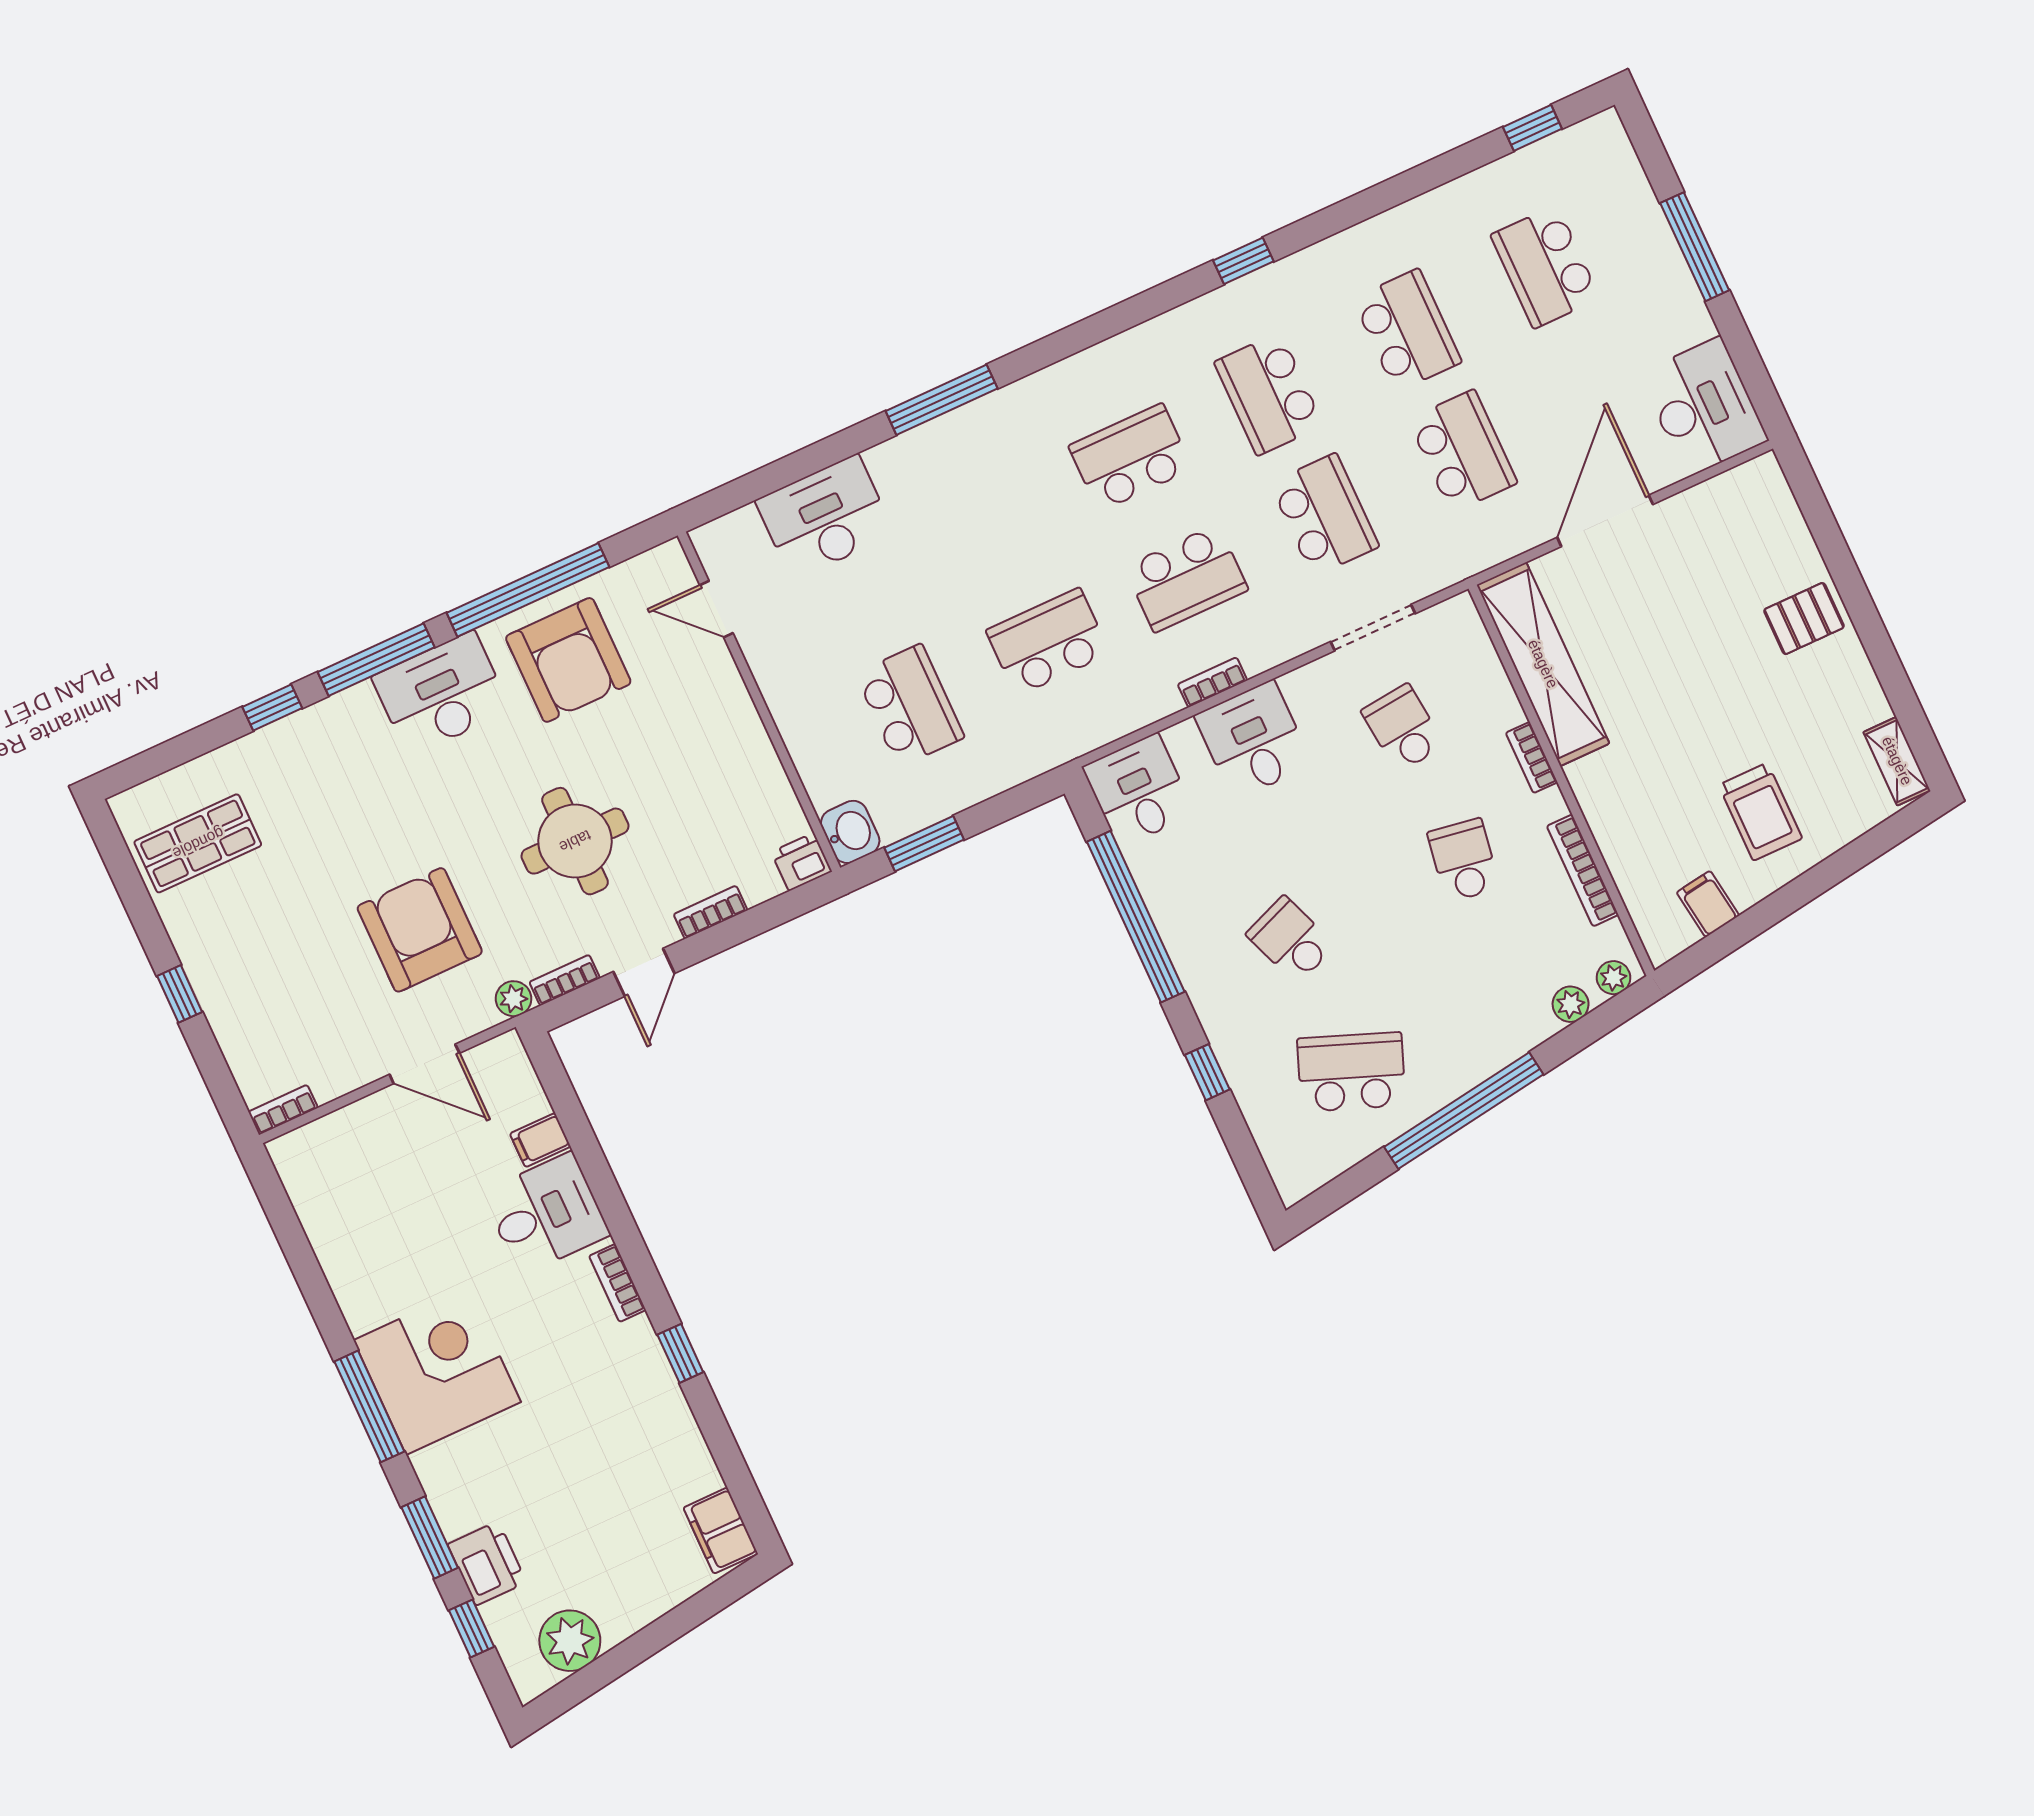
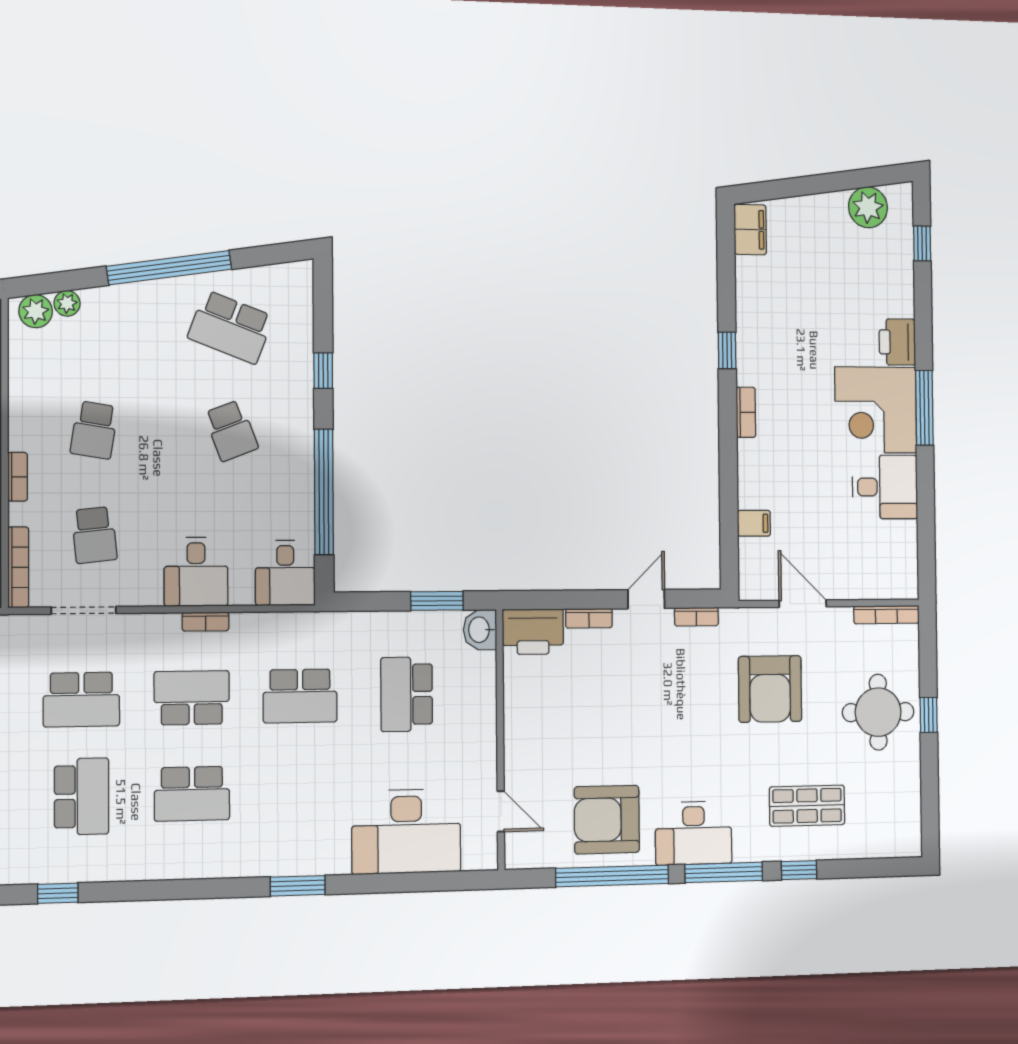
window: (942, 400) -> (298, 886), width x0.69
school desk: (1324, 515) -> (81, 700), turned -90
desk: (825, 517) -> (406, 831), width x1.36, depth x1.30
armchair: (568, 660) -> (607, 820), turned -90
round table: (575, 841) -> (878, 712), moved
shop shelf: (198, 843) -> (807, 806), moved
printer: (801, 862) -> (533, 632), width x1.87, depth x1.48
bookcase: (1583, 870) -> (18, 567), moved
plant: (1614, 978) -> (36, 311), width x1.38, depth x1.38
plant: (513, 999) -> (732, 619), removed
bookcase: (283, 1110) -> (886, 615), width x1.56
desk: (546, 1214) -> (885, 487), moved, turned 180
window: (430, 1537) -> (923, 311), removed
printer: (487, 1563) -> (897, 342), moved

